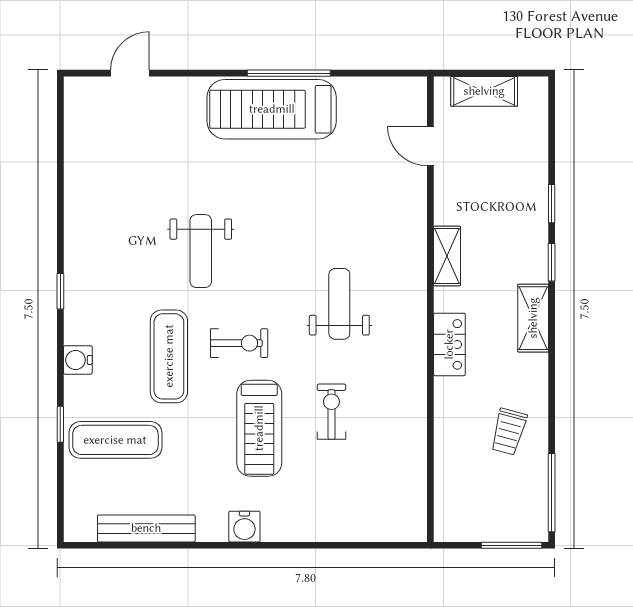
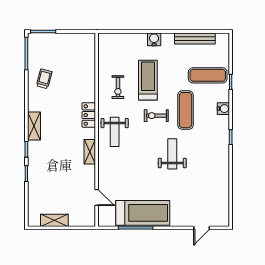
door: (430, 146) -> (97, 198), moved
shelving: (447, 256) -> (90, 152), moved
wall: (430, 309) -> (97, 130), moved
locker: (449, 344) -> (89, 115), moved

